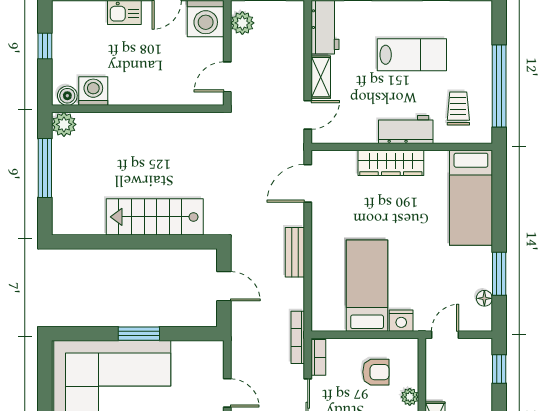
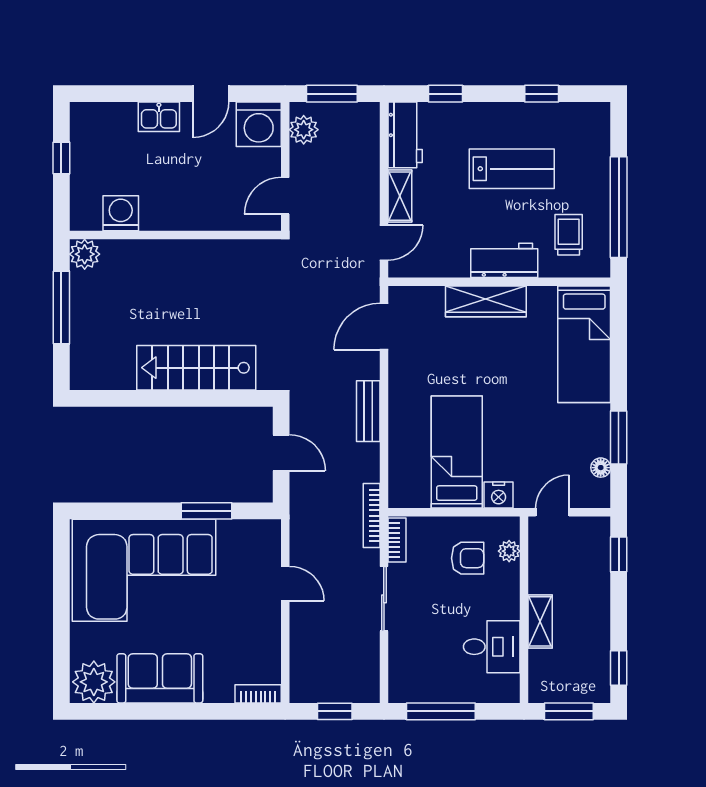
boiler: (67, 96) -> (89, 219), removed
window: (139, 334) -> (206, 511), moved
plant: (410, 397) -> (509, 551), moved

